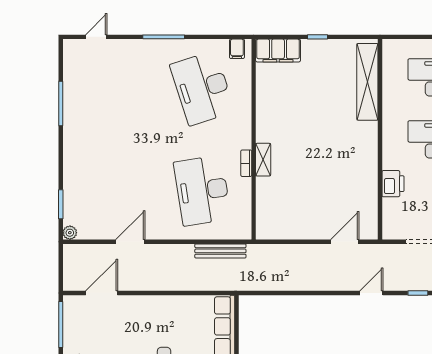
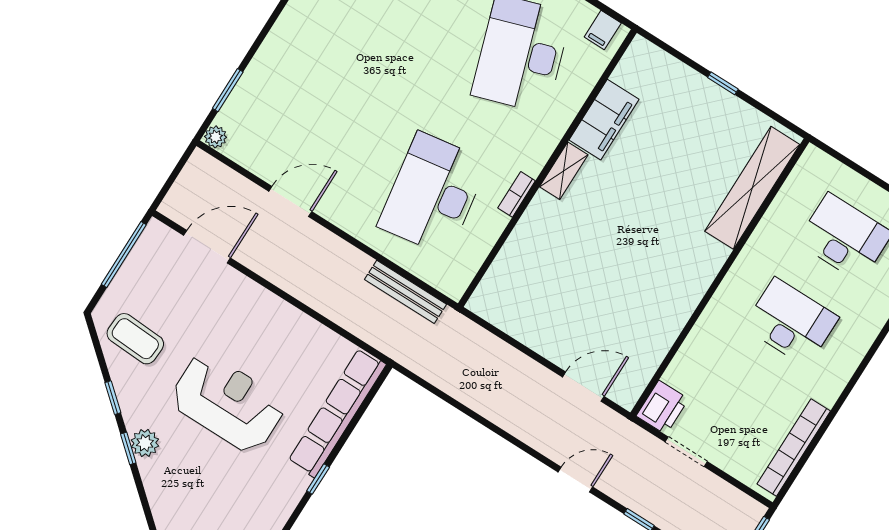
filing cabinet: (278, 50) -> (604, 120), moved, turned -90
shelving: (263, 160) -> (564, 171), moved
printer: (393, 184) -> (662, 407), moved

